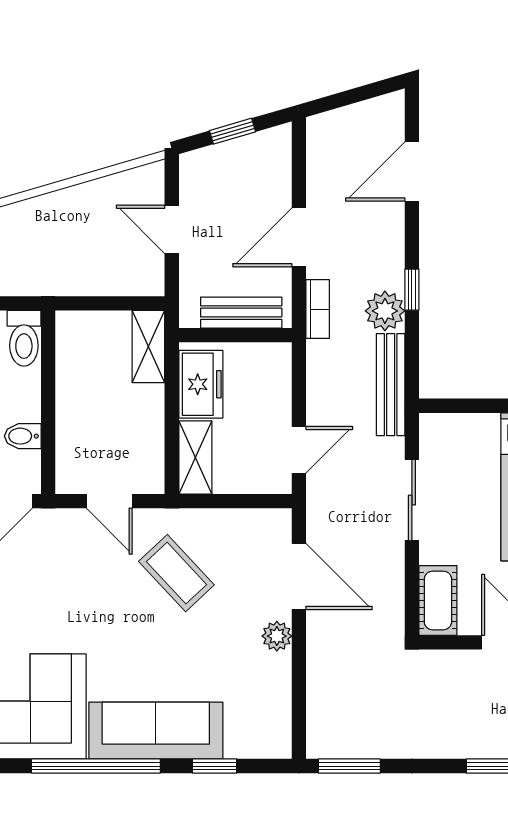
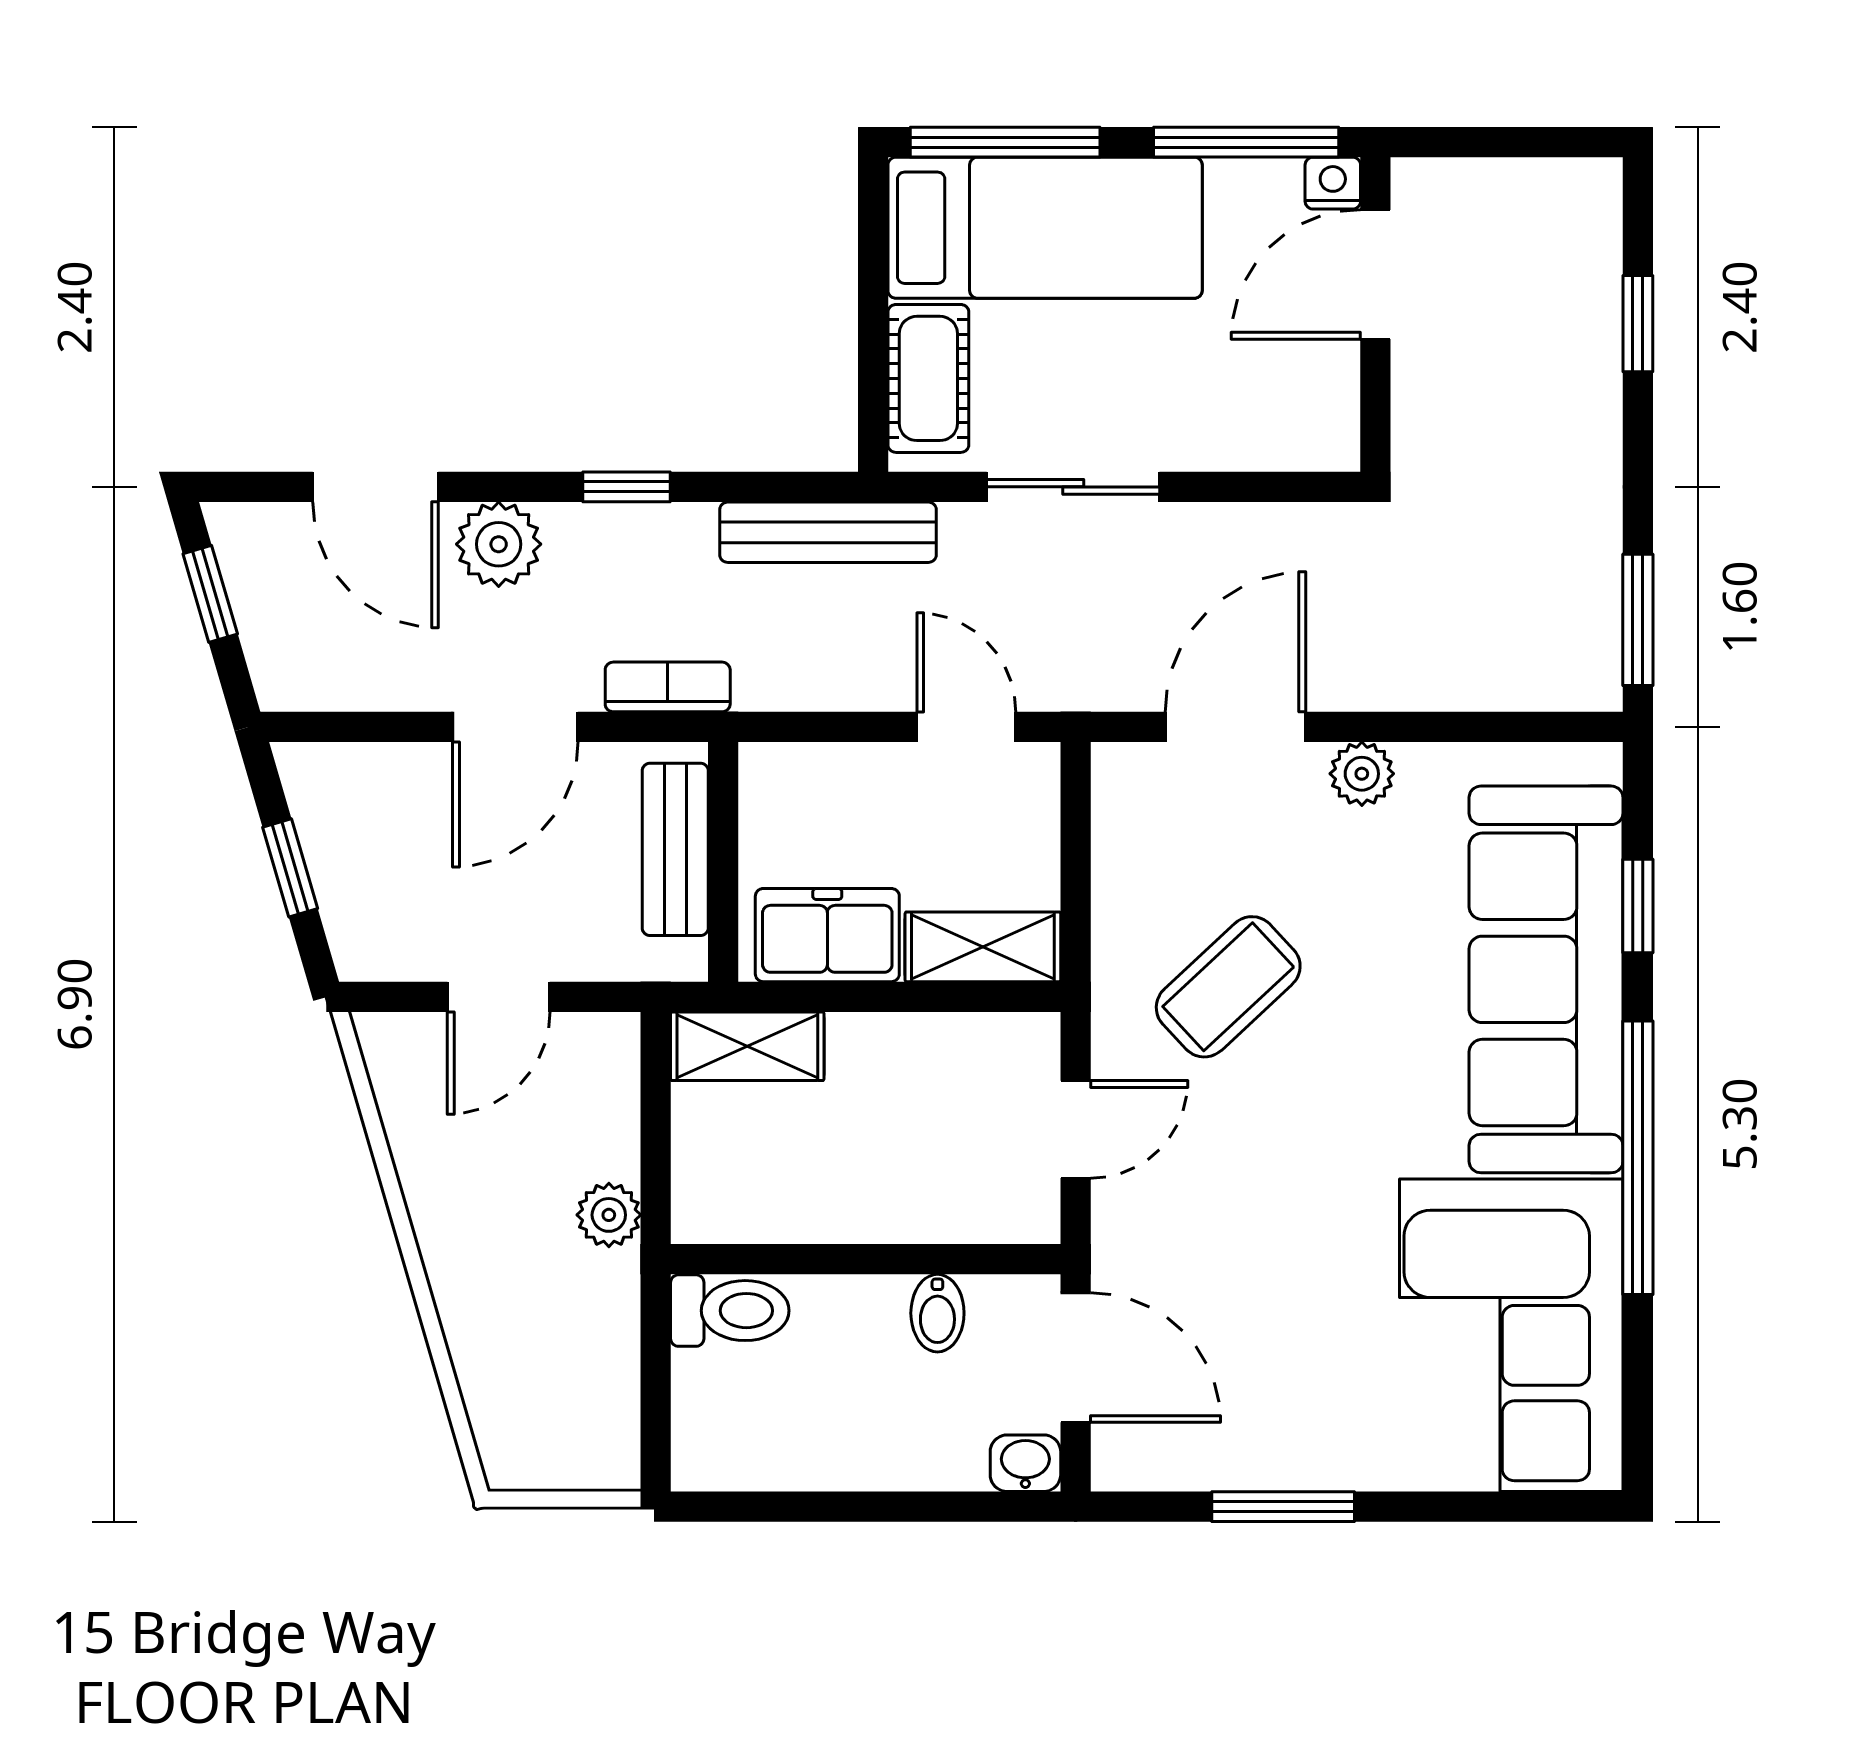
window: (362, 94) -> (210, 594), added
door: (299, 237) -> (515, 727), hinge flipped
plant: (69, 281) -> (609, 1215), added
plant: (385, 311) -> (499, 544), moved
cot: (438, 600) -> (928, 378), moved, turned 90
sofa: (156, 730) -> (1546, 979), width x1.36, depth x1.27

